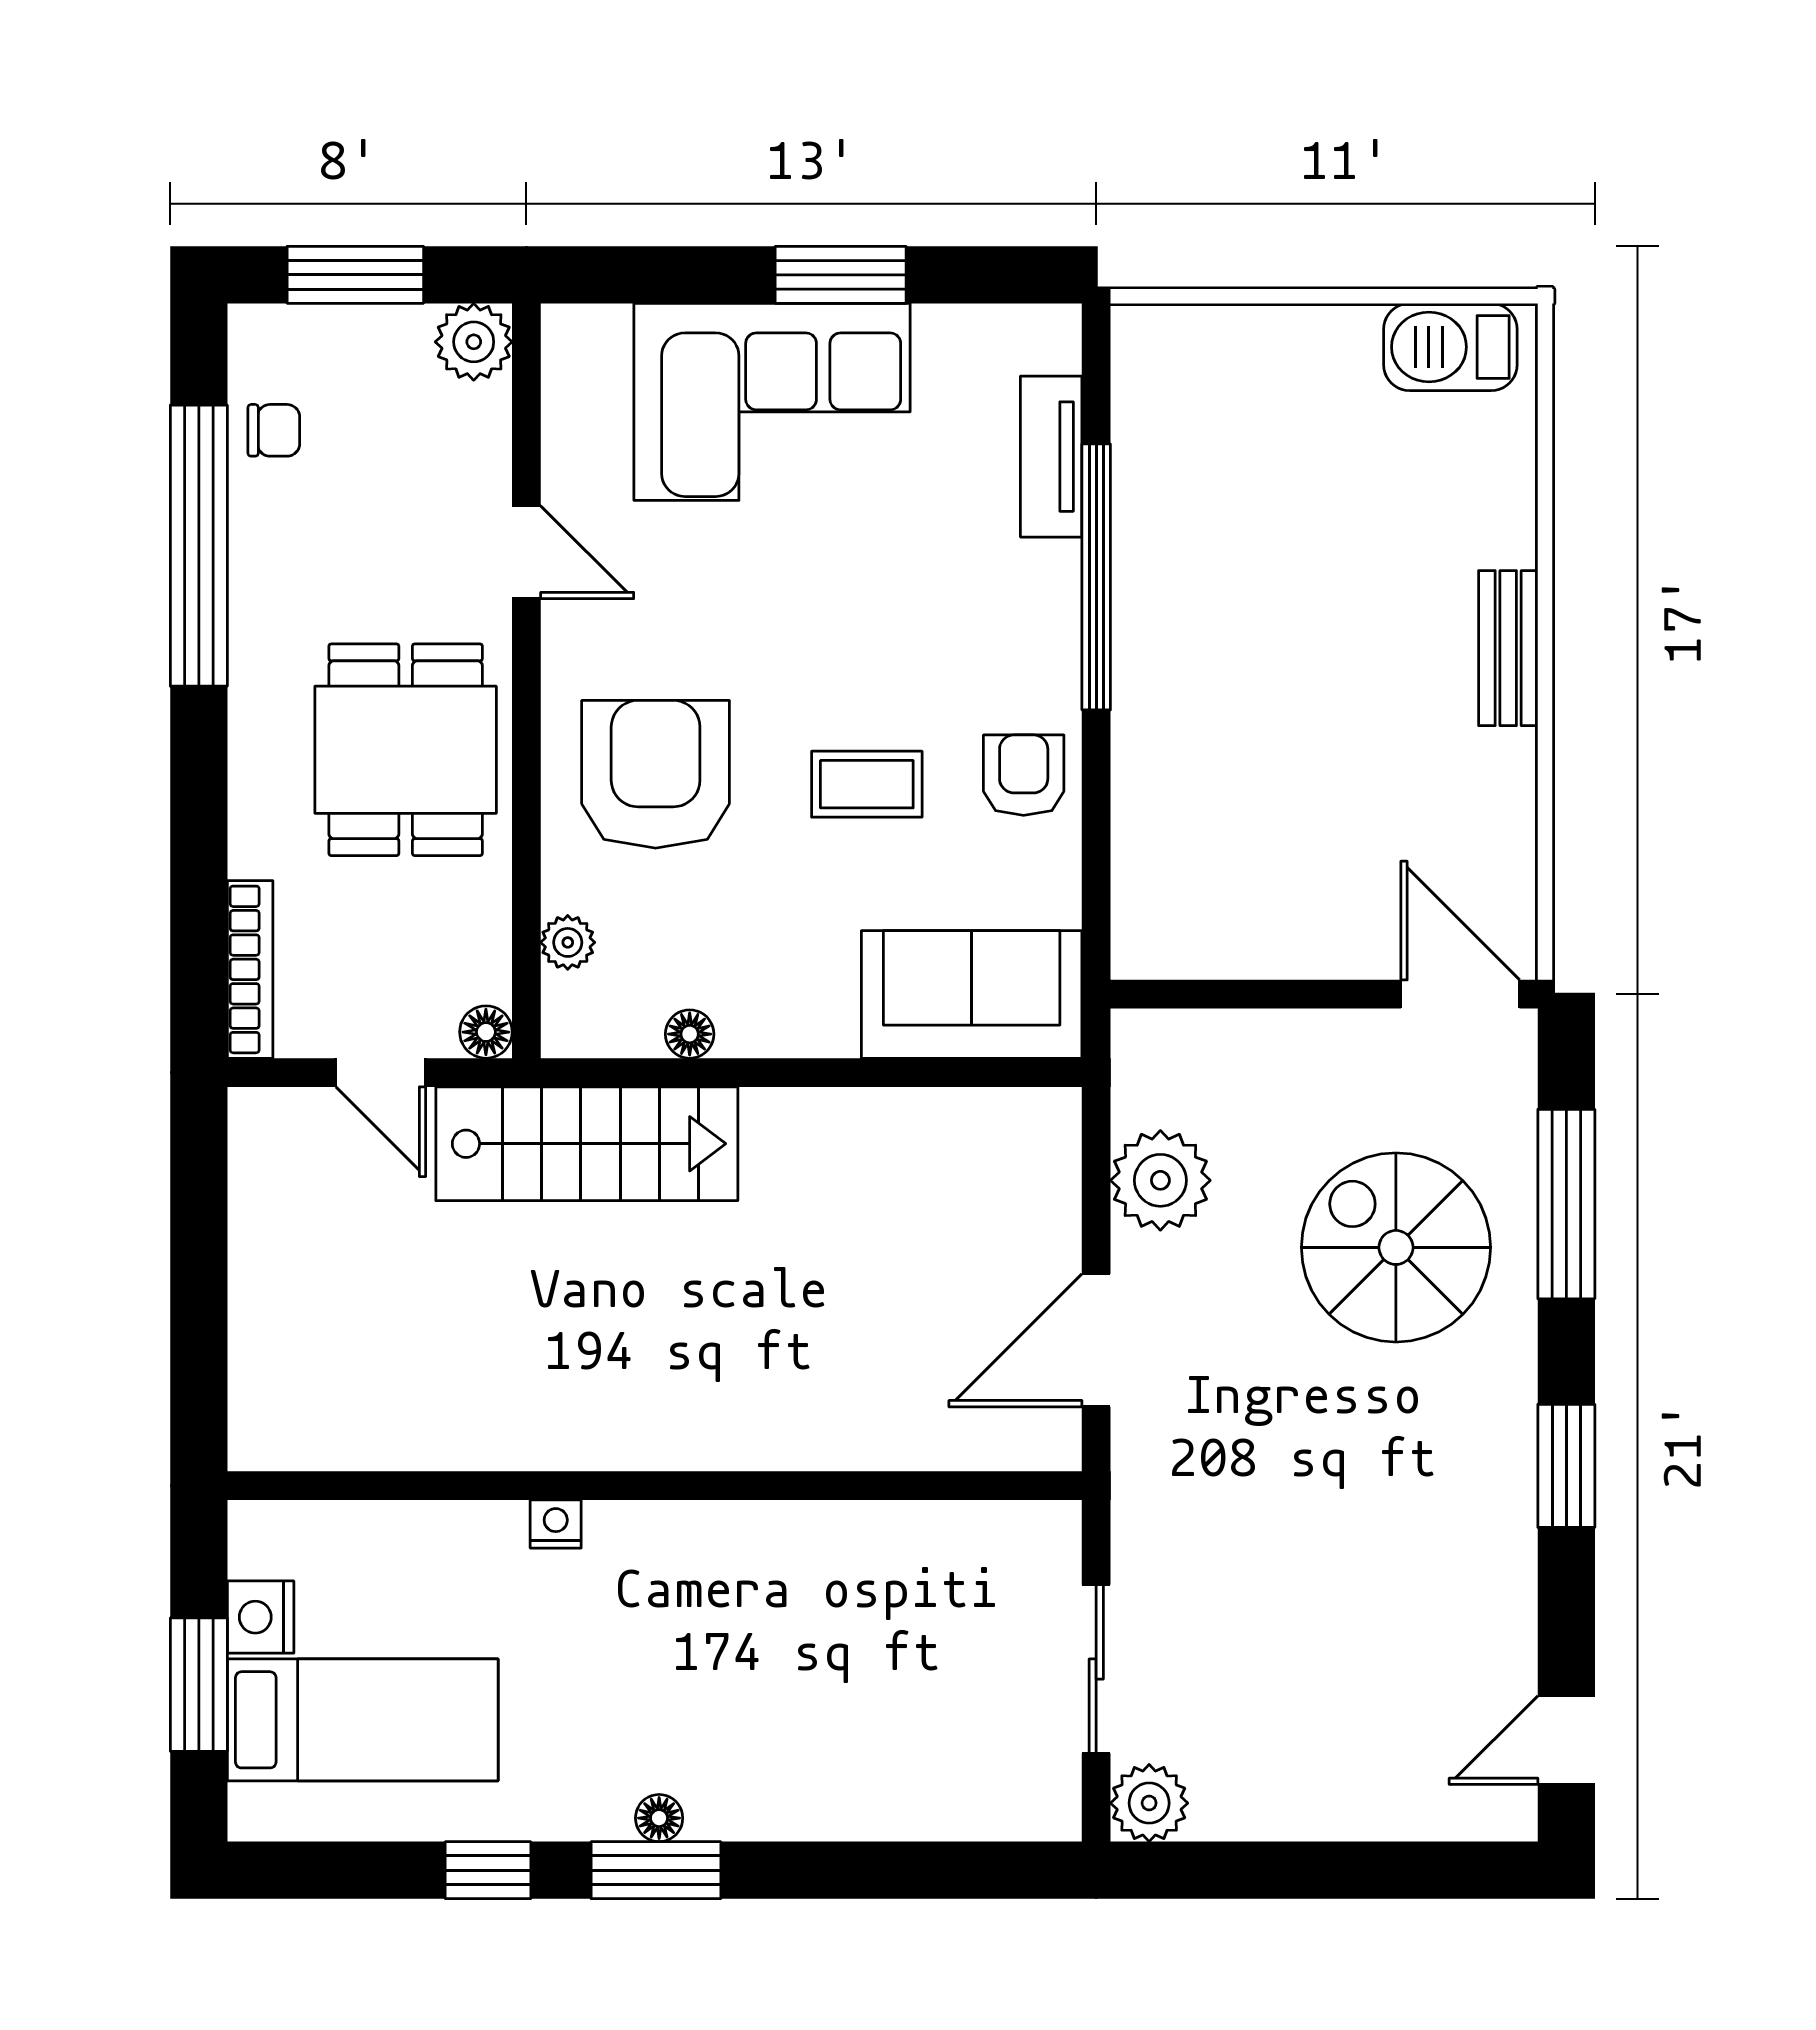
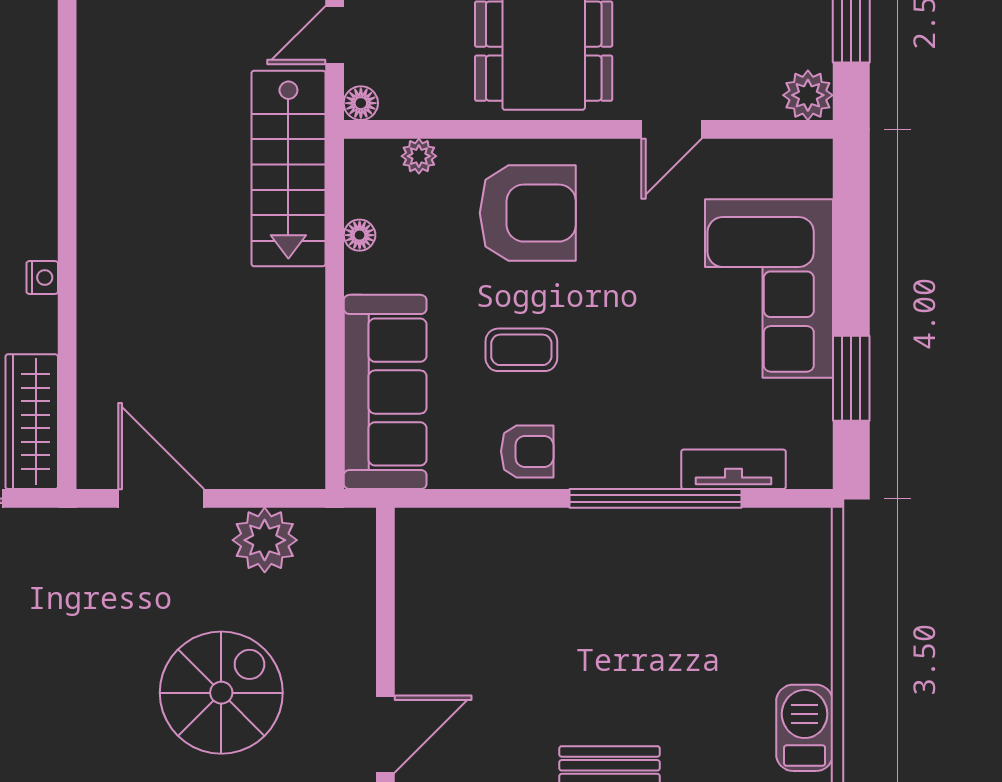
window: (841, 275) -> (851, 378), moved
coffee table: (867, 784) -> (521, 350), turned 90
sofa: (972, 994) -> (385, 392), width x1.36
nightstand: (556, 1524) -> (42, 278), moved
wardrobe: (978, 1540) -> (32, 422), added

